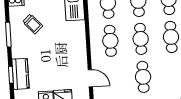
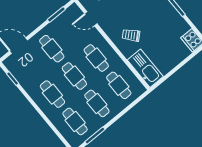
trolley: (33, 24) -> (131, 35), moved

